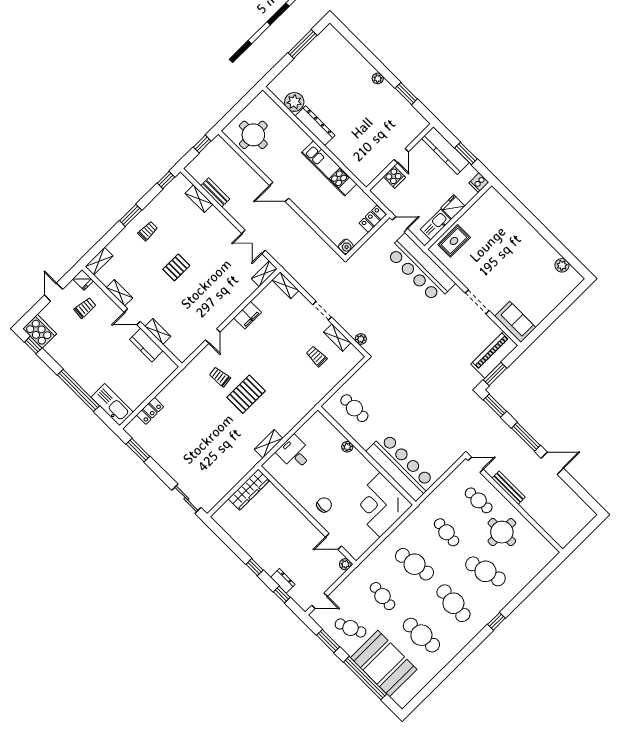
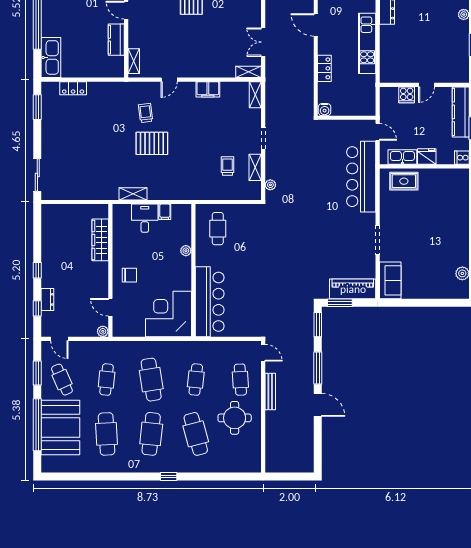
locker: (373, 219) -> (324, 68), moved, turned 90
shelving: (158, 331) -> (134, 61), moved
filing cabinet: (304, 434) -> (165, 212), added
wardrobe: (249, 490) -> (100, 240), moved, turned 90

